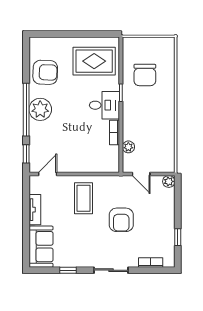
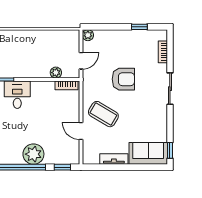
plant: (40, 109) -> (33, 154), moved
bookcase: (114, 133) -> (67, 85), moved
door: (48, 174) -> (81, 131), moved
coffee table: (84, 198) -> (103, 114), turned 31
window: (68, 270) -> (170, 150), moved

